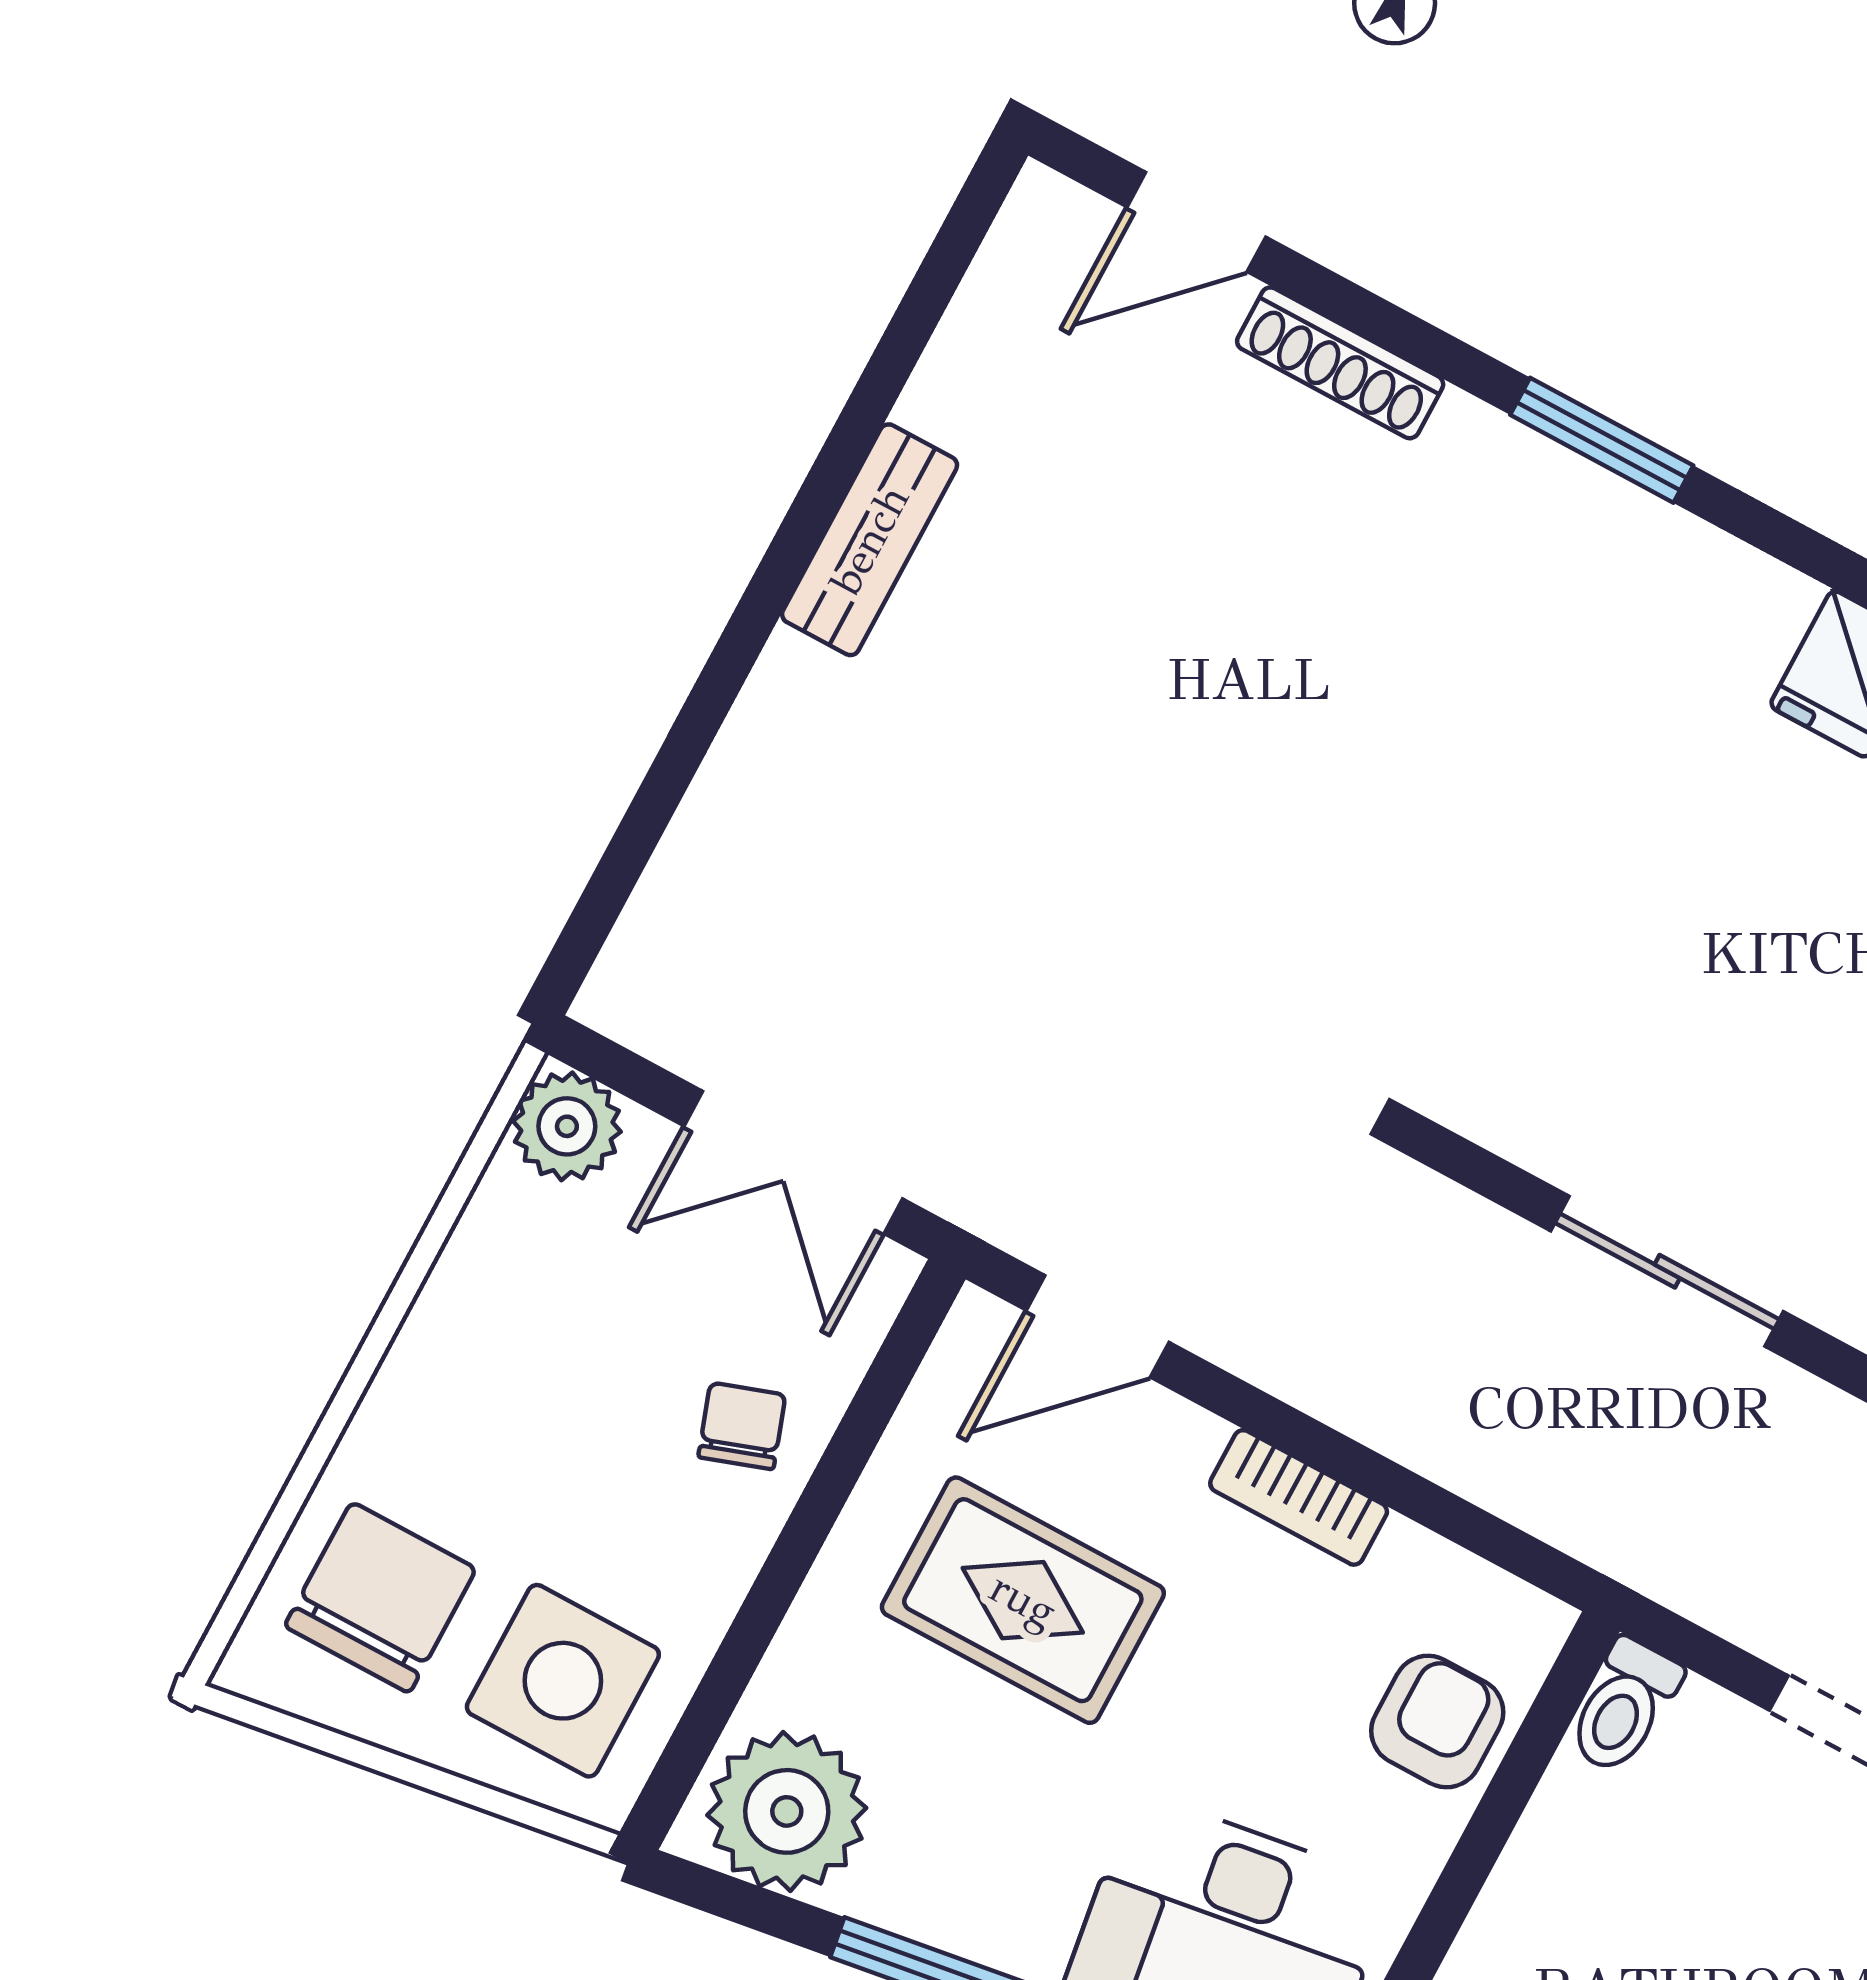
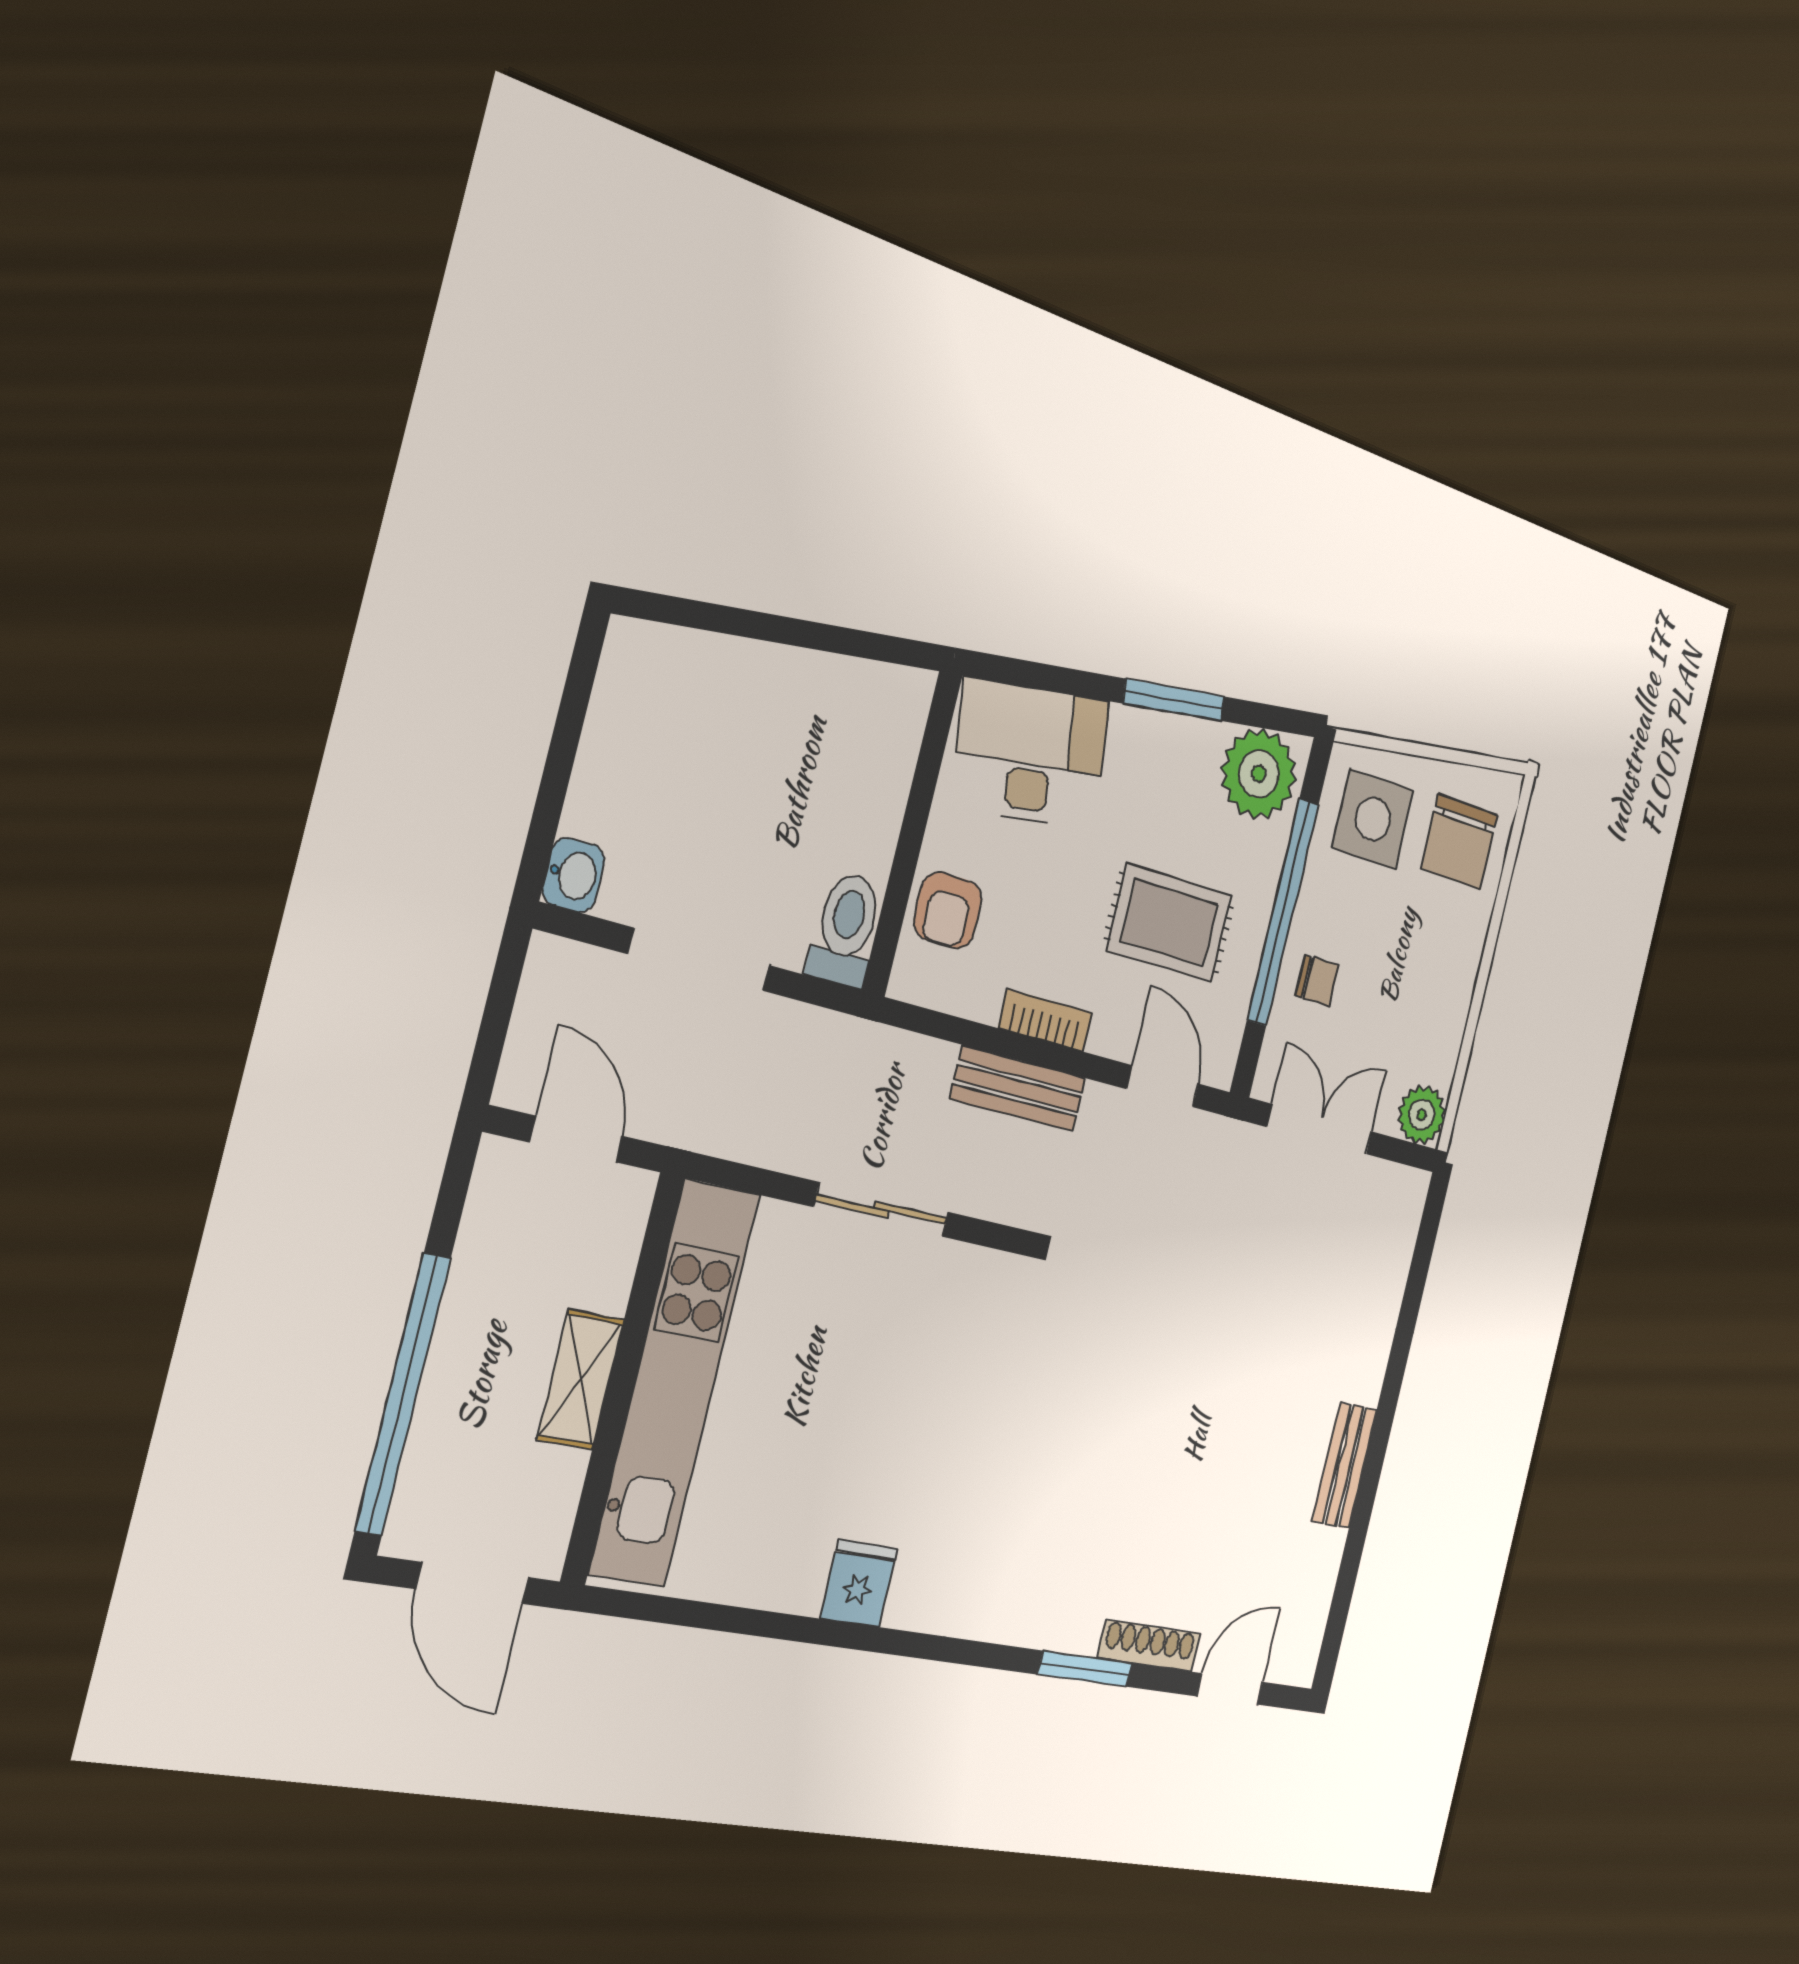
window: (1602, 440) -> (1085, 1669), moved
door: (1098, 1326) -> (1163, 1086), hinge flipped
bench: (1375, 1398) -> (1018, 1089), added
chair: (742, 1426) -> (1317, 980), turned -71
window: (789, 1562) -> (1283, 912), added
toilet: (1624, 1706) -> (846, 930), width x1.37, depth x1.39

